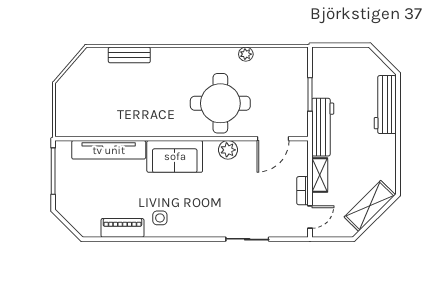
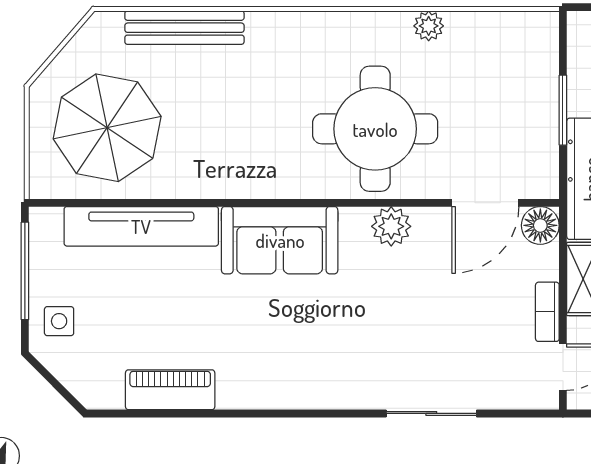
bench: (129, 55) -> (184, 28), width x1.36
parasol: (92, 103) -> (107, 128), added
floor lamp: (299, 149) -> (540, 225), added
side table: (160, 218) -> (59, 321), moved

